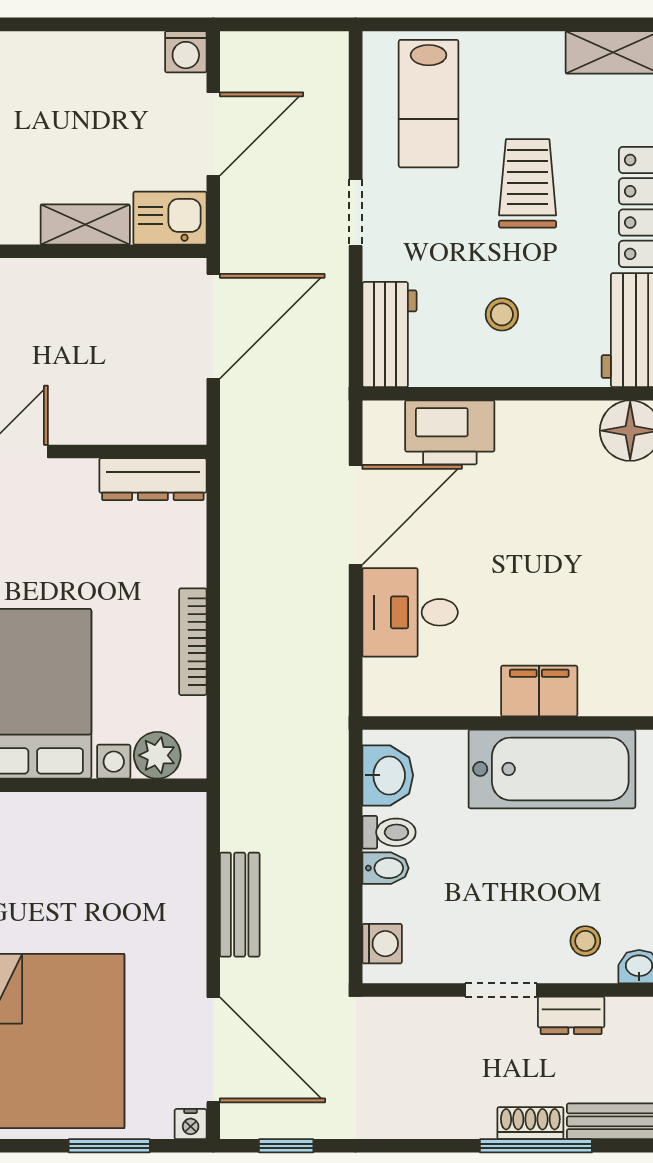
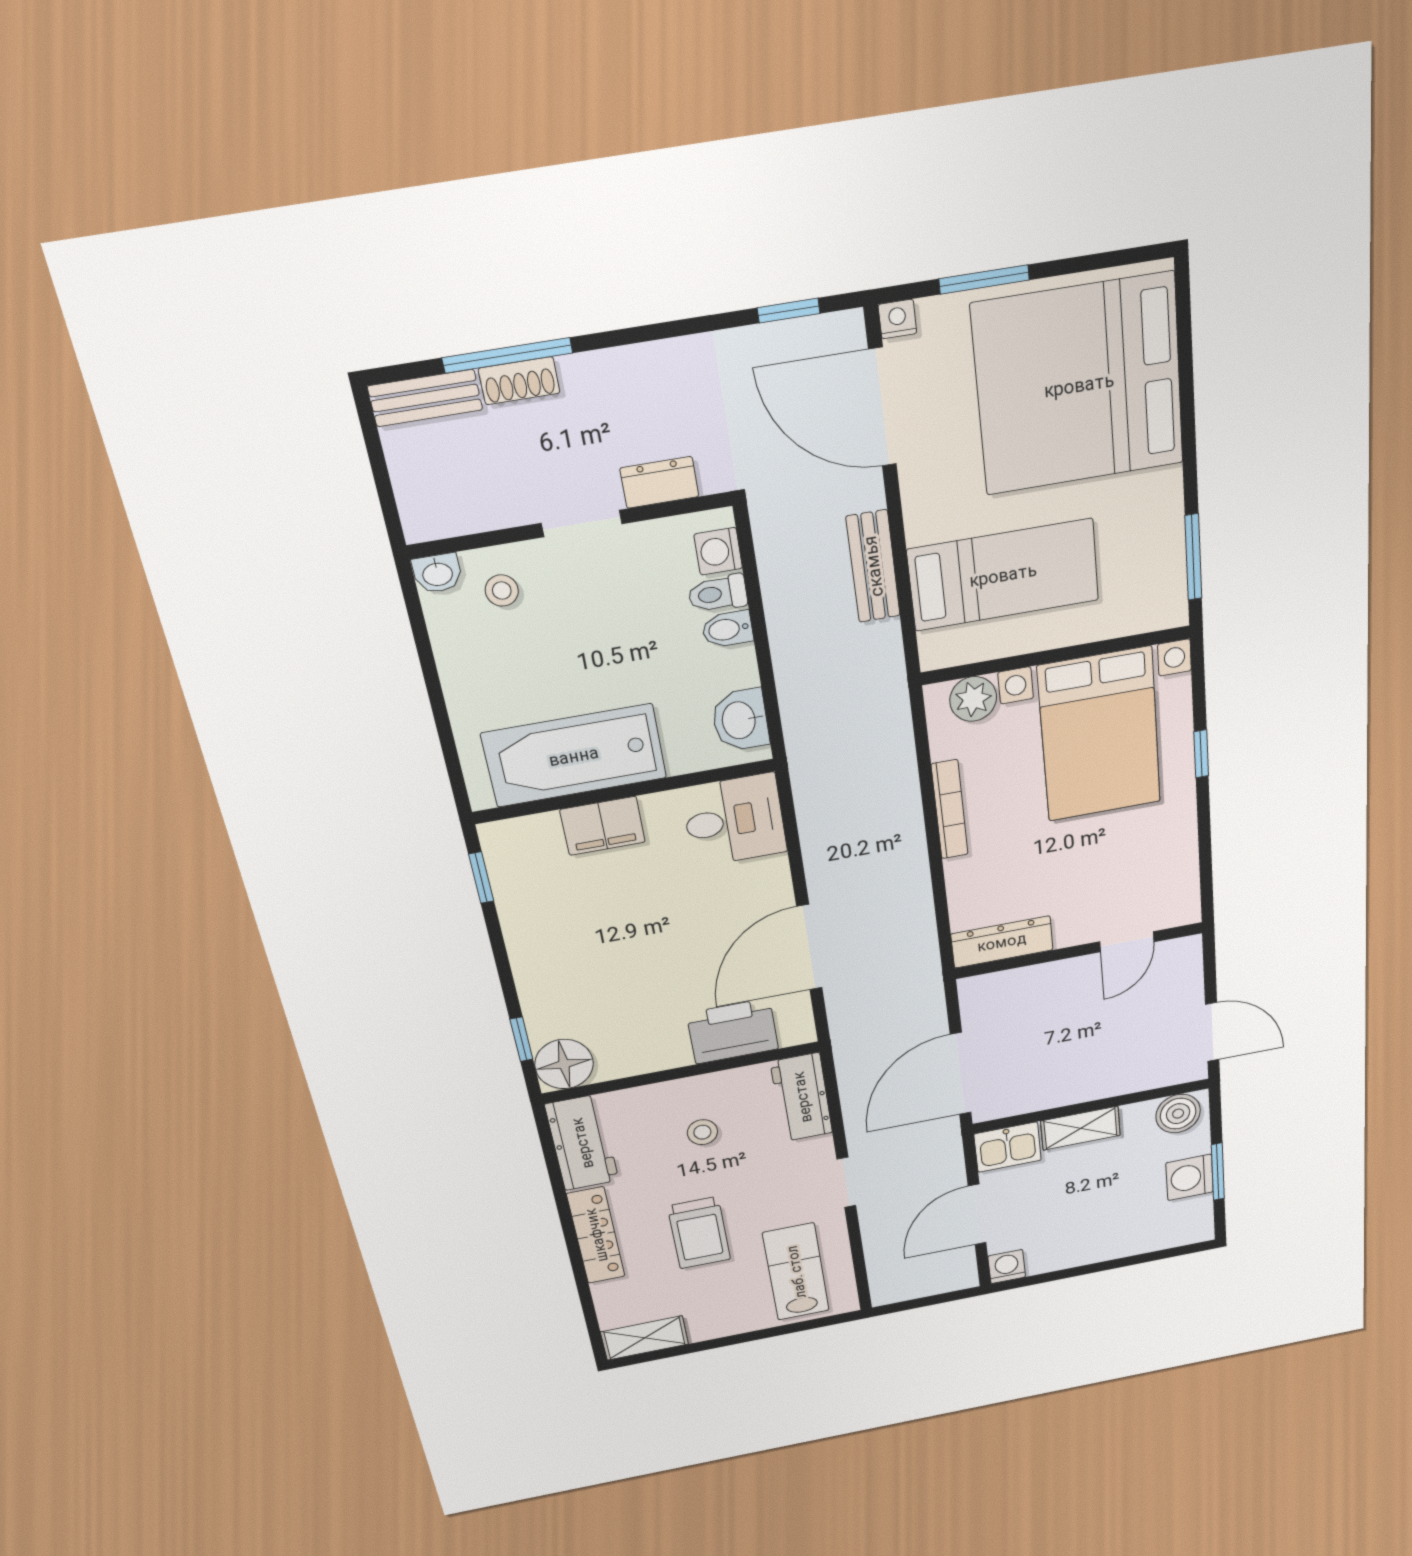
desk: (410, 612) -> (734, 820), moved
toilet: (389, 832) -> (718, 594), moved
bed: (116, 875) -> (1003, 575), added
dresser: (571, 1015) -> (659, 482), moved

